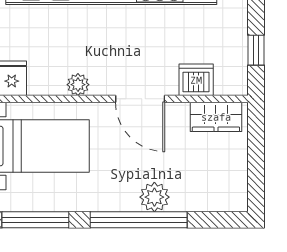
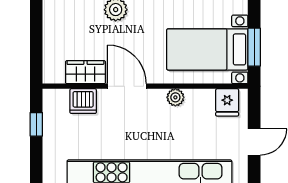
wardrobe: (216, 117) -> (85, 72), moved

